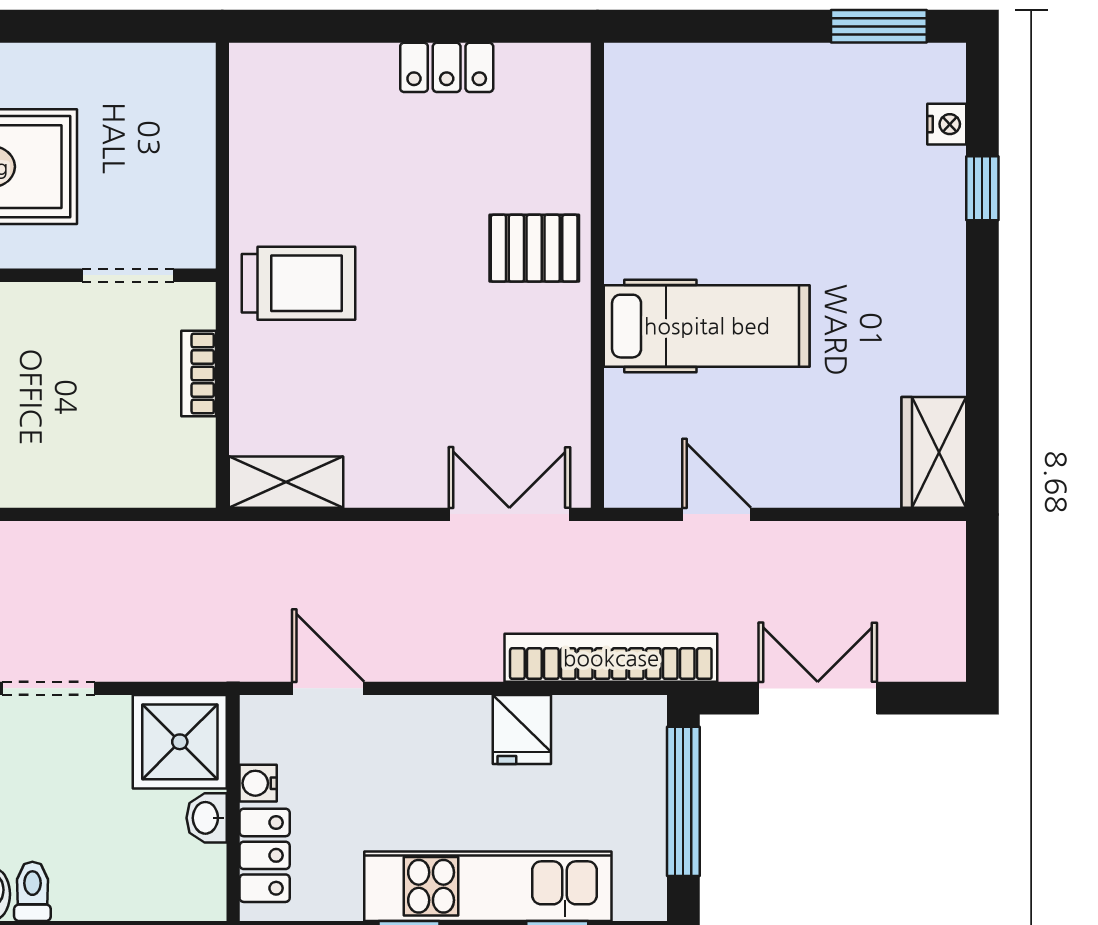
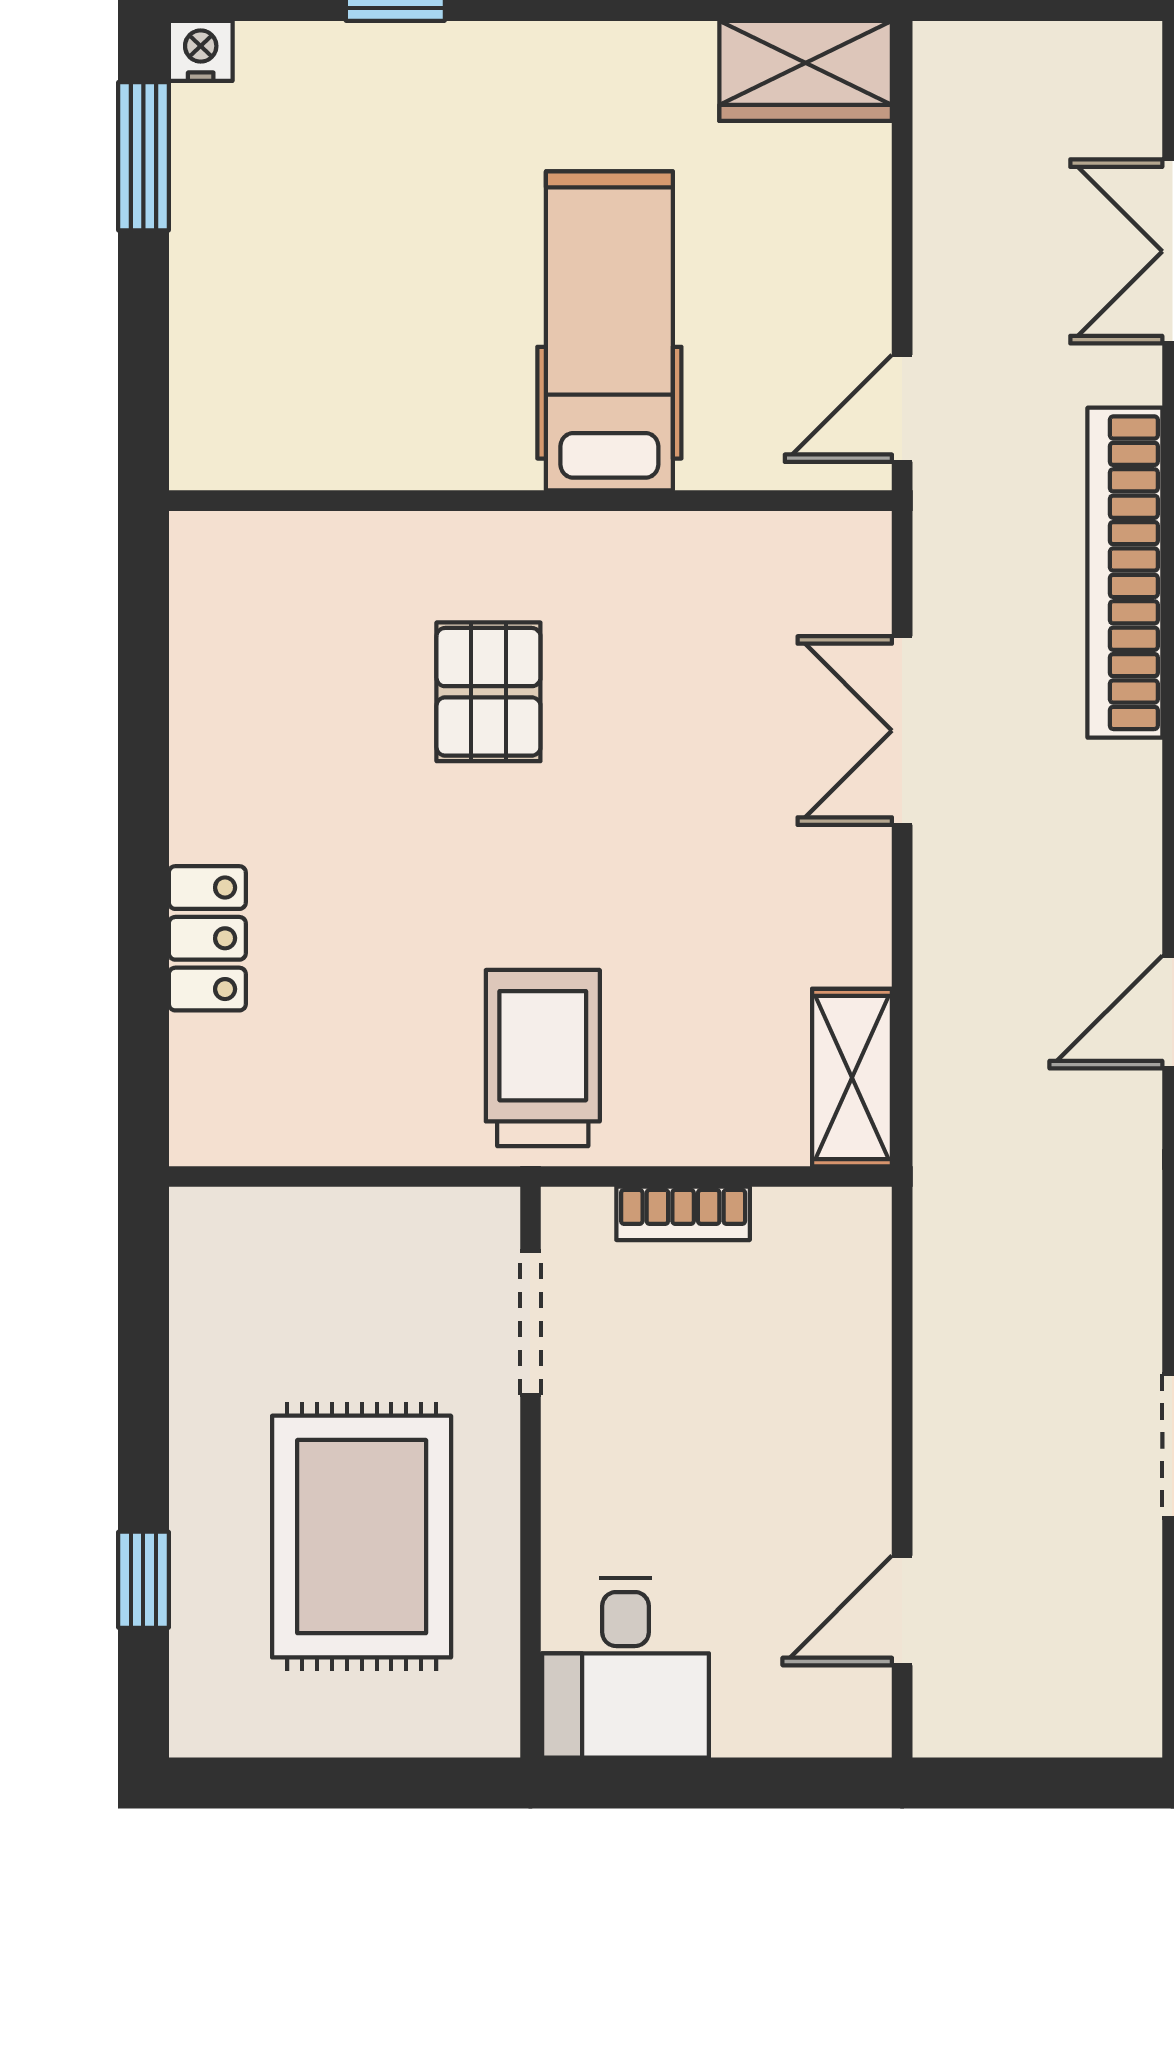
locker: (447, 67) -> (207, 938), moved
nightstand: (947, 124) -> (201, 51), moved
wall: (597, 275) -> (530, 501), moved
hospital bed: (707, 326) -> (609, 331), moved

